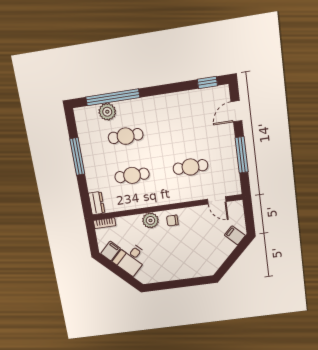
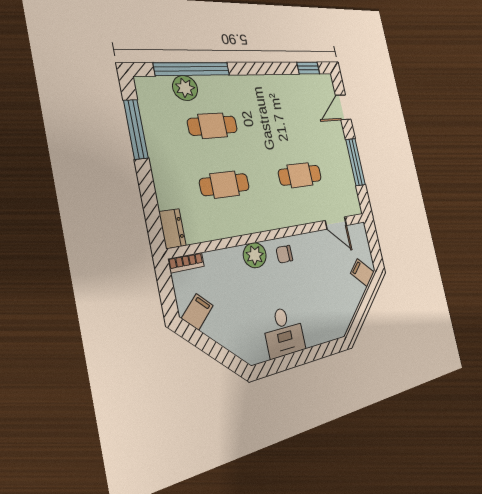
window: (77, 156) -> (136, 129), moved
desk: (131, 259) -> (284, 332), moved, turned -45

